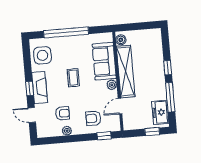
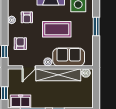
window: (66, 32) -> (96, 26), width x0.47
coffee table: (73, 78) -> (57, 29), width x1.86, depth x1.72
door: (120, 106) -> (29, 67), swing flipped

